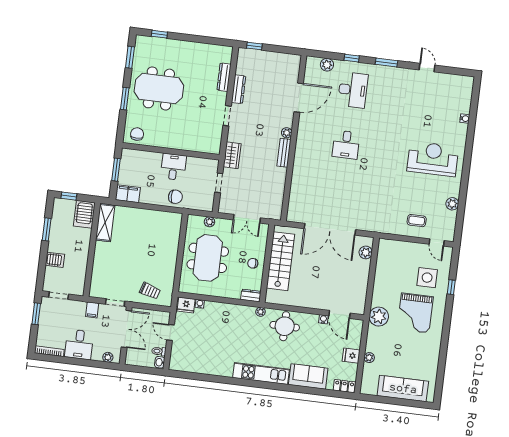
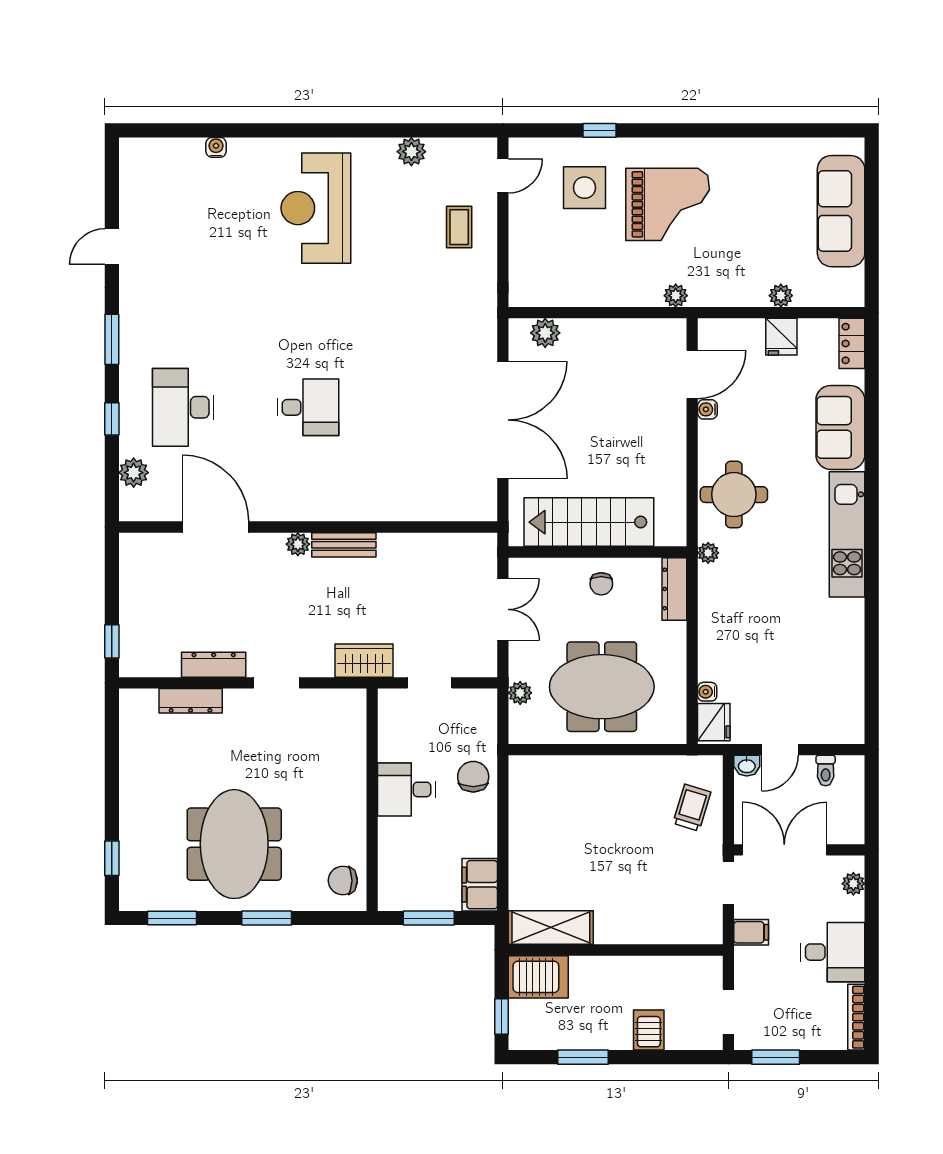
desk: (353, 90) -> (183, 407), turned -90
dresser: (251, 295) -> (674, 589), width x1.44
plant: (379, 317) -> (676, 296), width x0.53, depth x0.53
washbasin: (160, 362) -> (747, 766), moved

